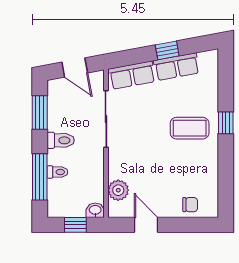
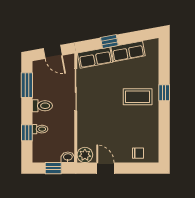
window: (167, 50) -> (109, 41), moved
window: (40, 177) -> (27, 133), width x0.46
plant: (118, 190) -> (85, 155), moved

